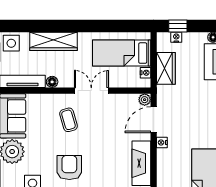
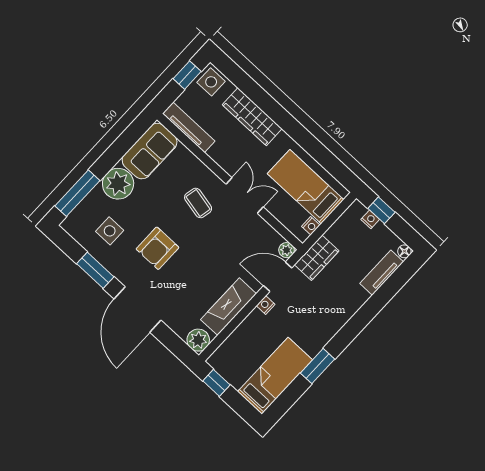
wardrobe: (166, 68) -> (317, 258), moved
floor lamp: (52, 82) -> (216, 153), removed
coffee table: (69, 120) -> (198, 203), turned -62
armchair: (69, 168) -> (157, 248), turned 180

